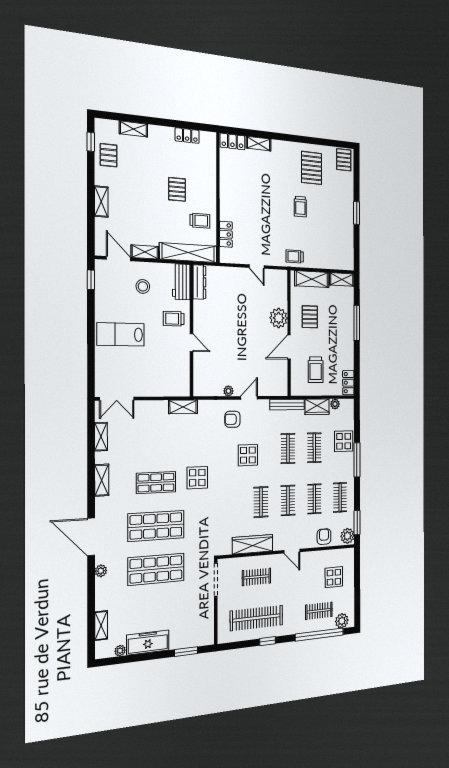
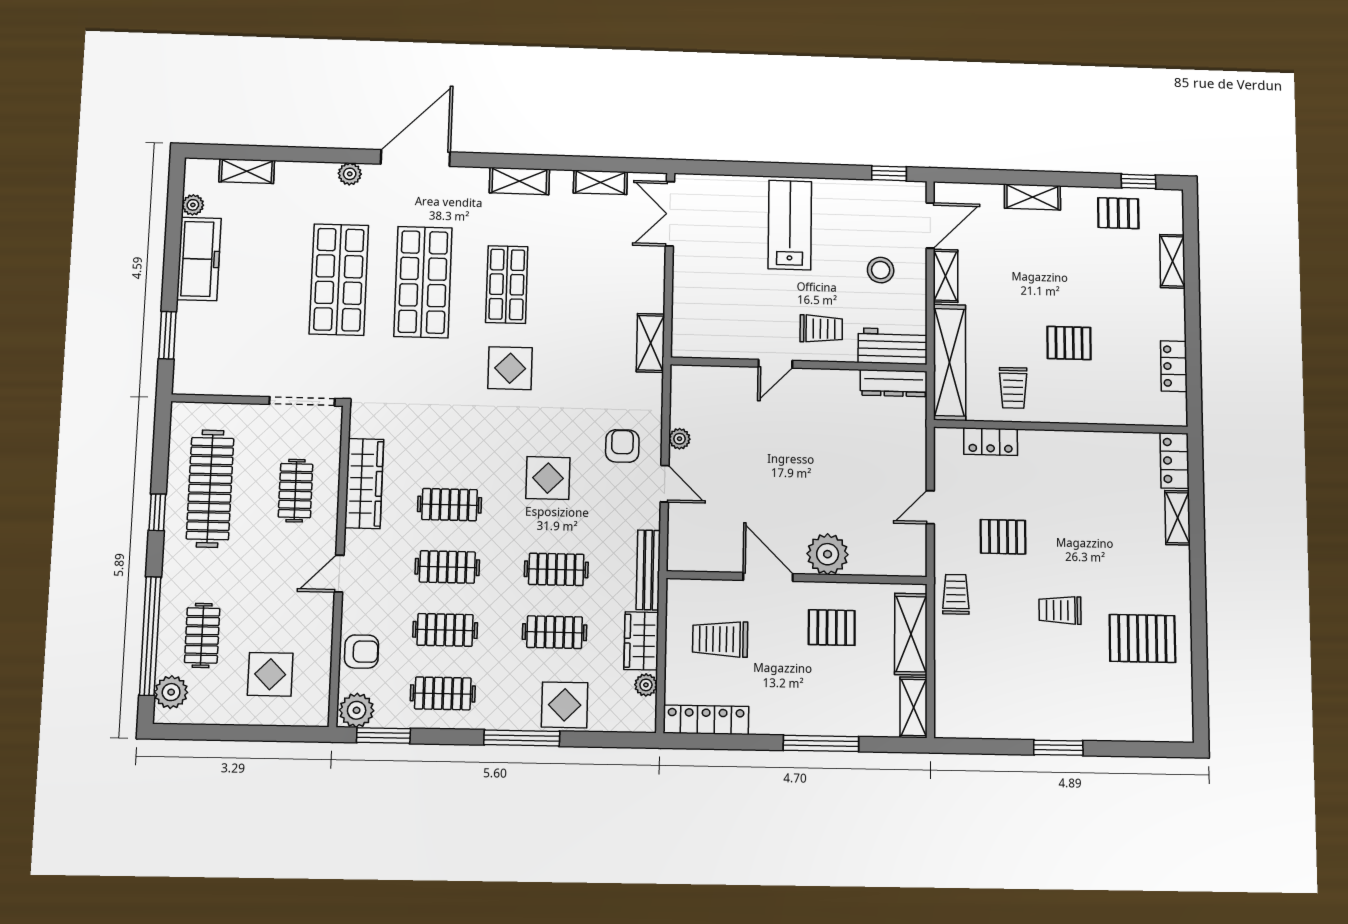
pallet: (344, 160) -> (1003, 537), moved
trolley: (174, 319) -> (821, 329), turned 90
locker: (348, 383) -> (706, 720), width x1.53

